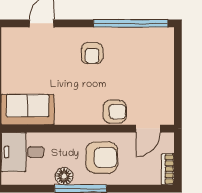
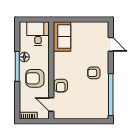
armchair: (102, 158) -> (35, 78), turned 90

